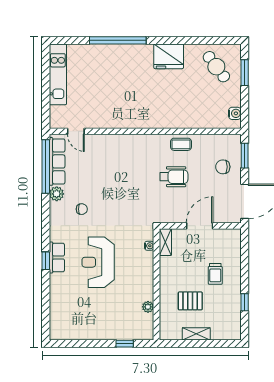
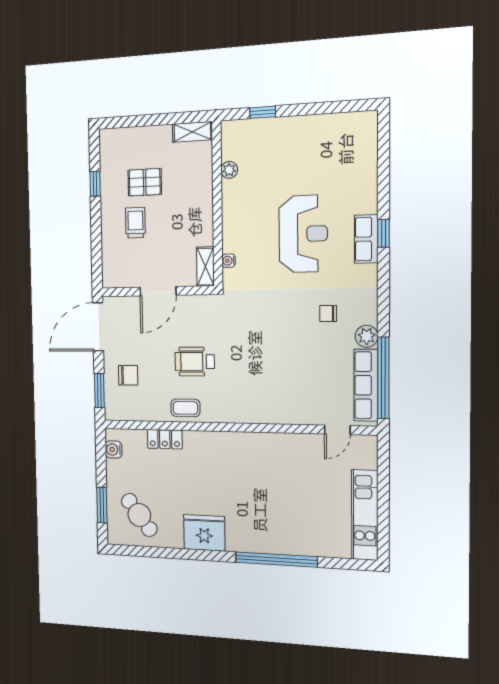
locker: (196, 122) -> (165, 439), added
door: (76, 131) -> (337, 430), swing flipped
pallet: (190, 301) -> (145, 182), moved
shelving: (196, 334) -> (192, 132), moved

